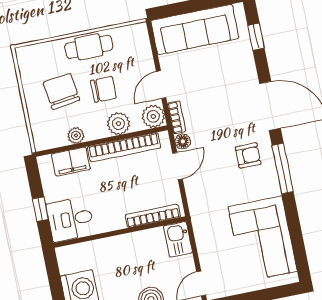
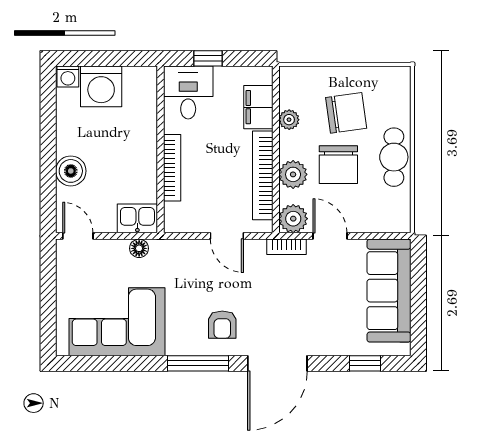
chair: (103, 89) -> (338, 165), width x1.37, depth x1.37
floor lamp: (183, 141) -> (139, 248), moved
bookcase: (153, 216) -> (172, 168), moved

